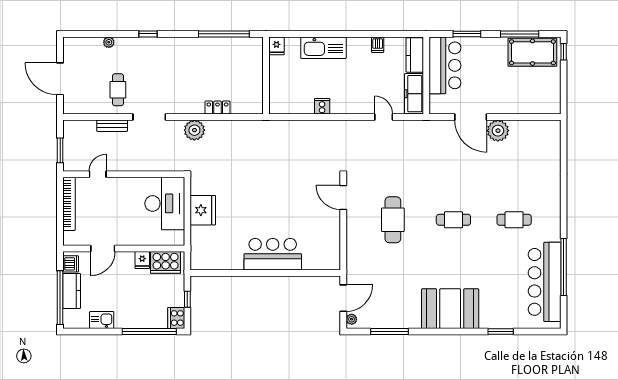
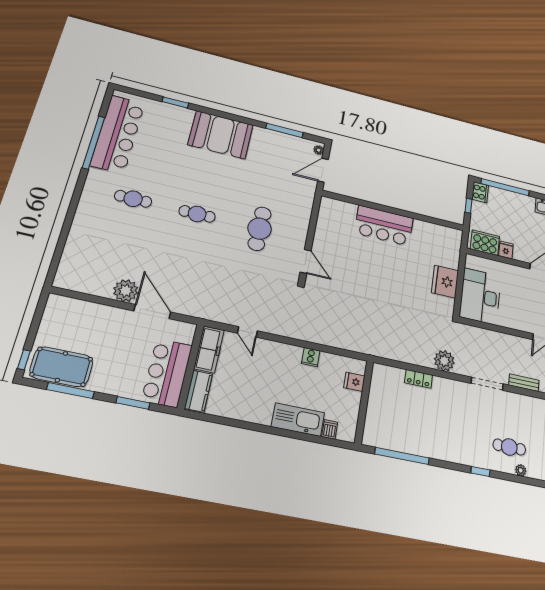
dishwasher: (378, 45) -> (330, 429), moved
fridge: (276, 46) -> (354, 382), moved, turned -90
cafe table: (118, 90) -> (509, 447), moved, turned 90

